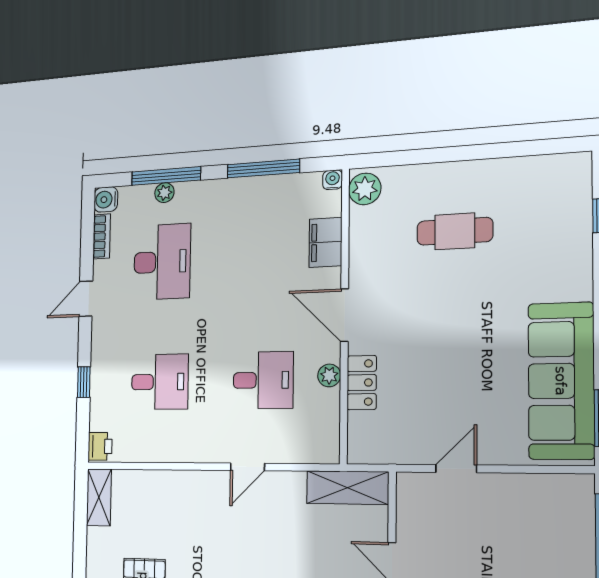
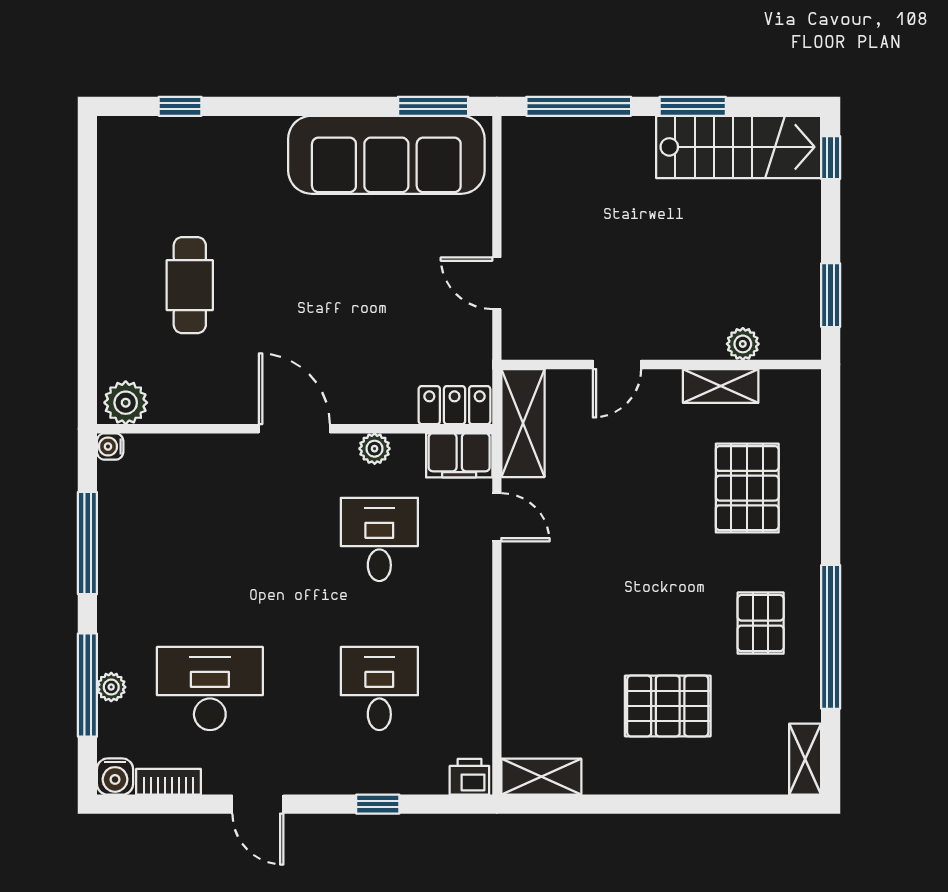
filing cabinet: (325, 242) -> (459, 455), moved
door: (344, 315) -> (294, 429), swing flipped
locker: (362, 383) -> (454, 405), moved
door: (247, 467) -> (497, 517), moved

